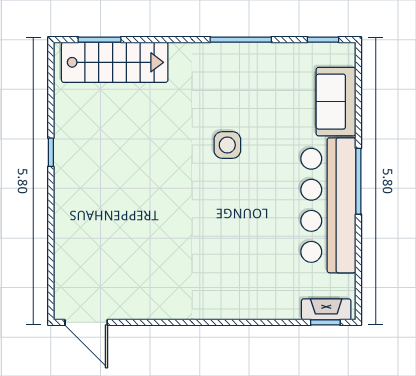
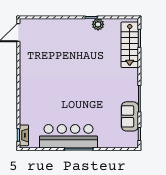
sofa: (336, 102) -> (130, 116), moved, turned -90
plant: (67, 136) -> (98, 24), added
side table: (227, 145) -> (94, 93), removed

